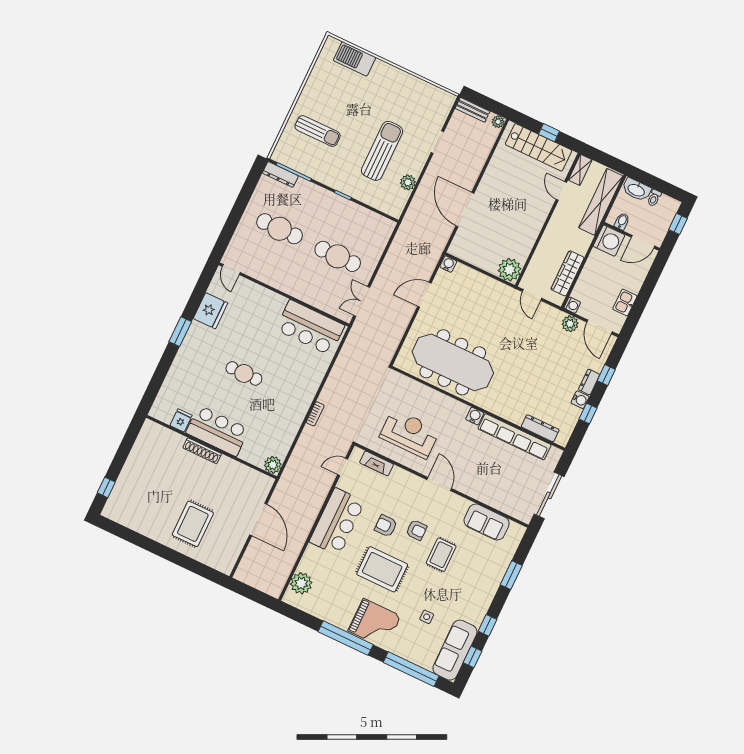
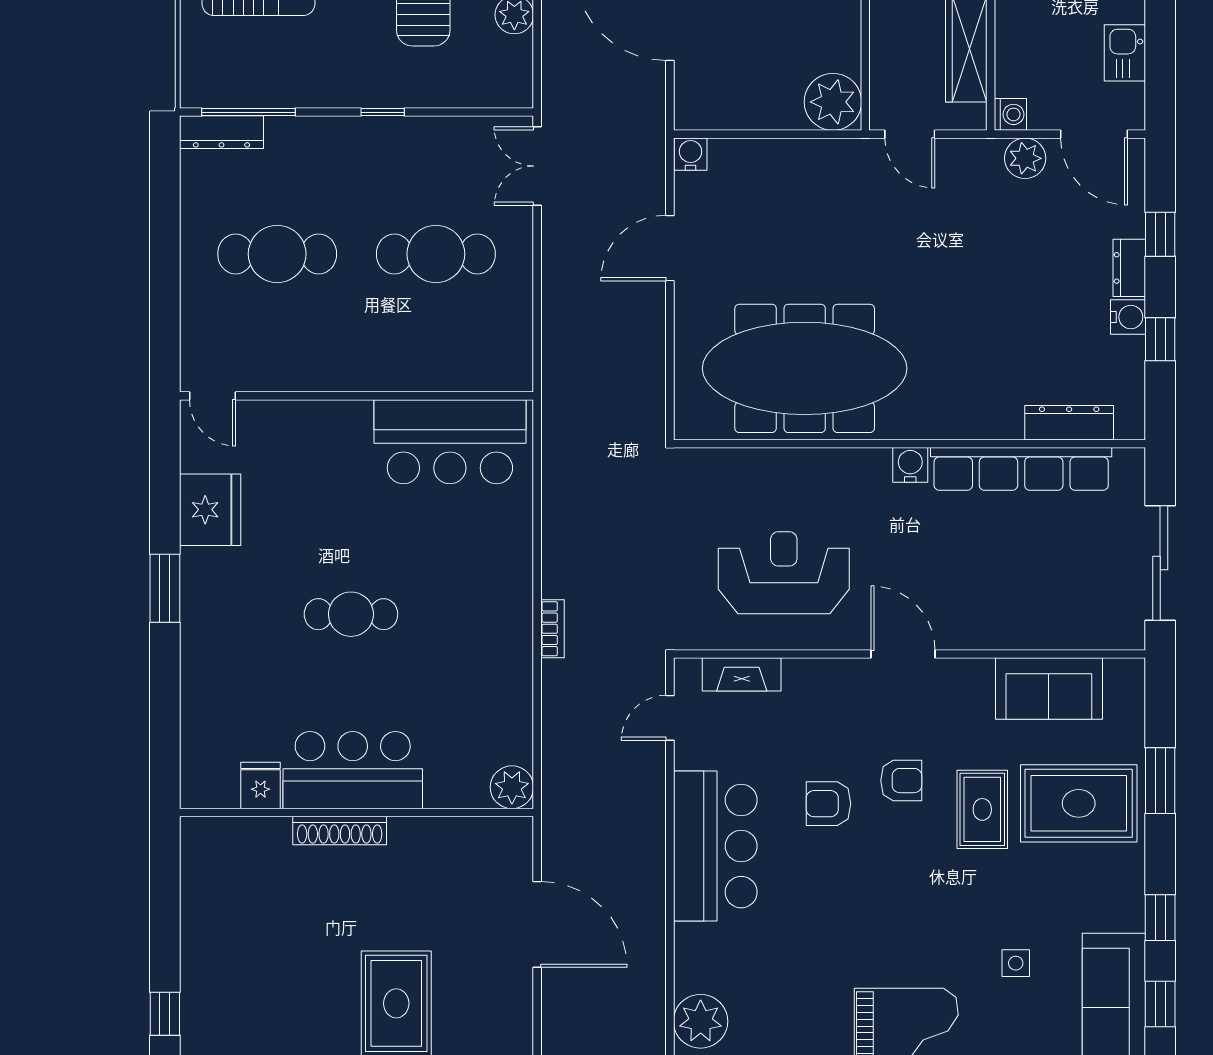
double door: (362, 301) -> (537, 166), moved
rug: (382, 569) -> (1079, 803), moved

